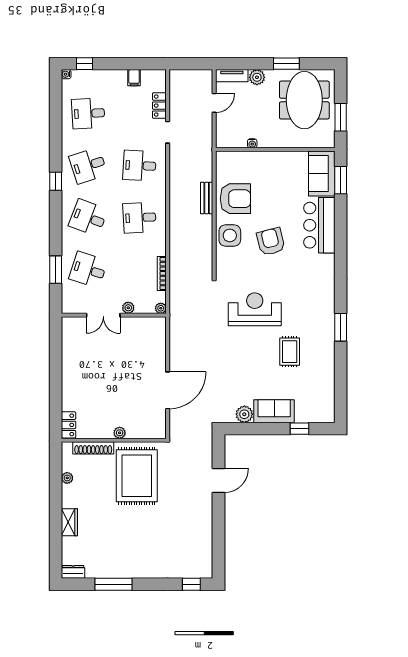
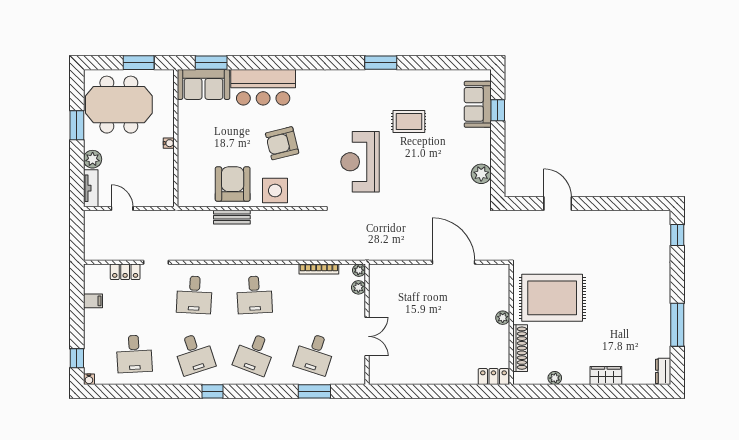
water cooler: (252, 143) -> (169, 143), moved
plant: (128, 308) -> (358, 287), moved
sofa: (274, 411) -> (478, 104), moved

